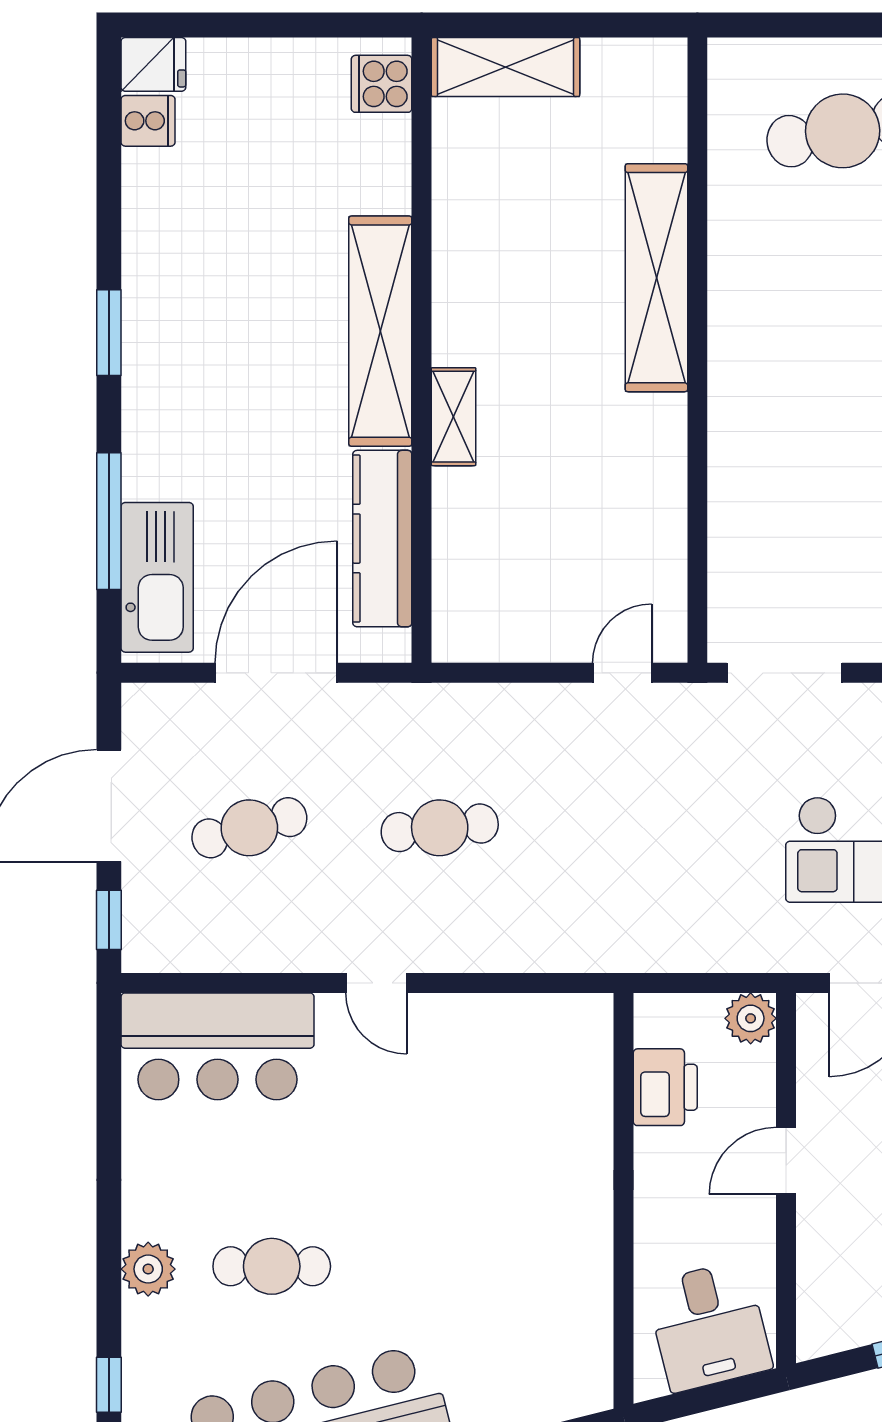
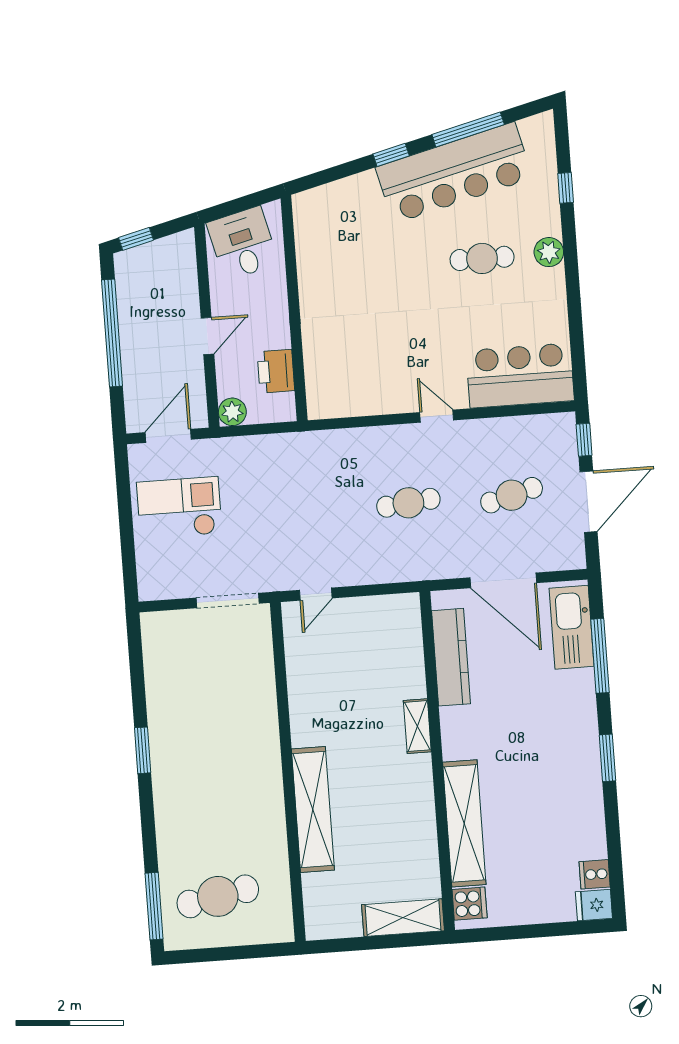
shelving: (380, 331) -> (464, 823), moved
door: (276, 673) -> (503, 580), hinge flipped

